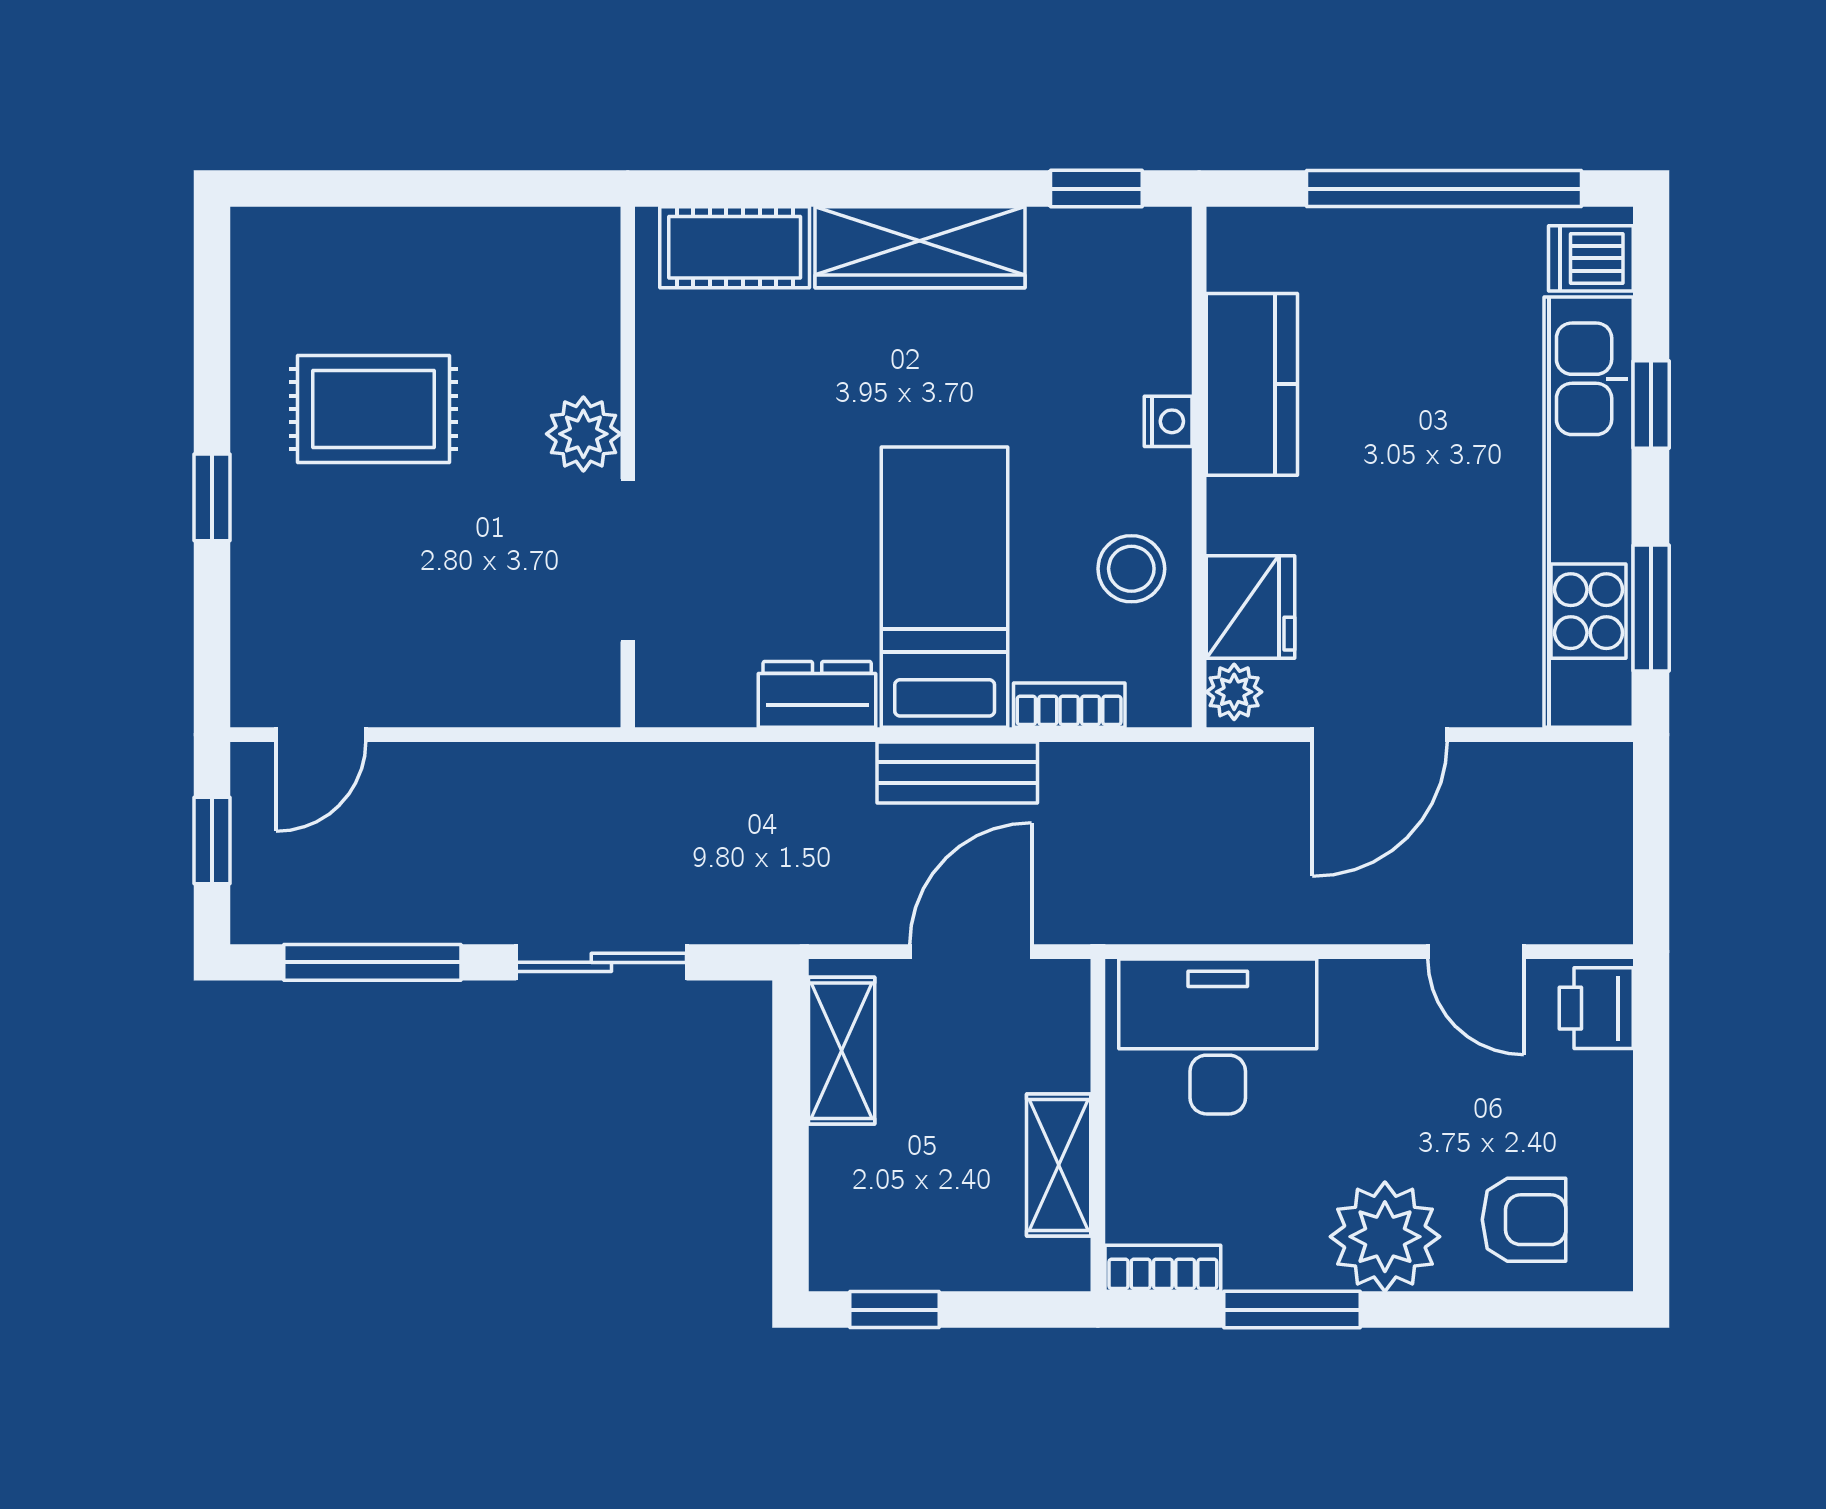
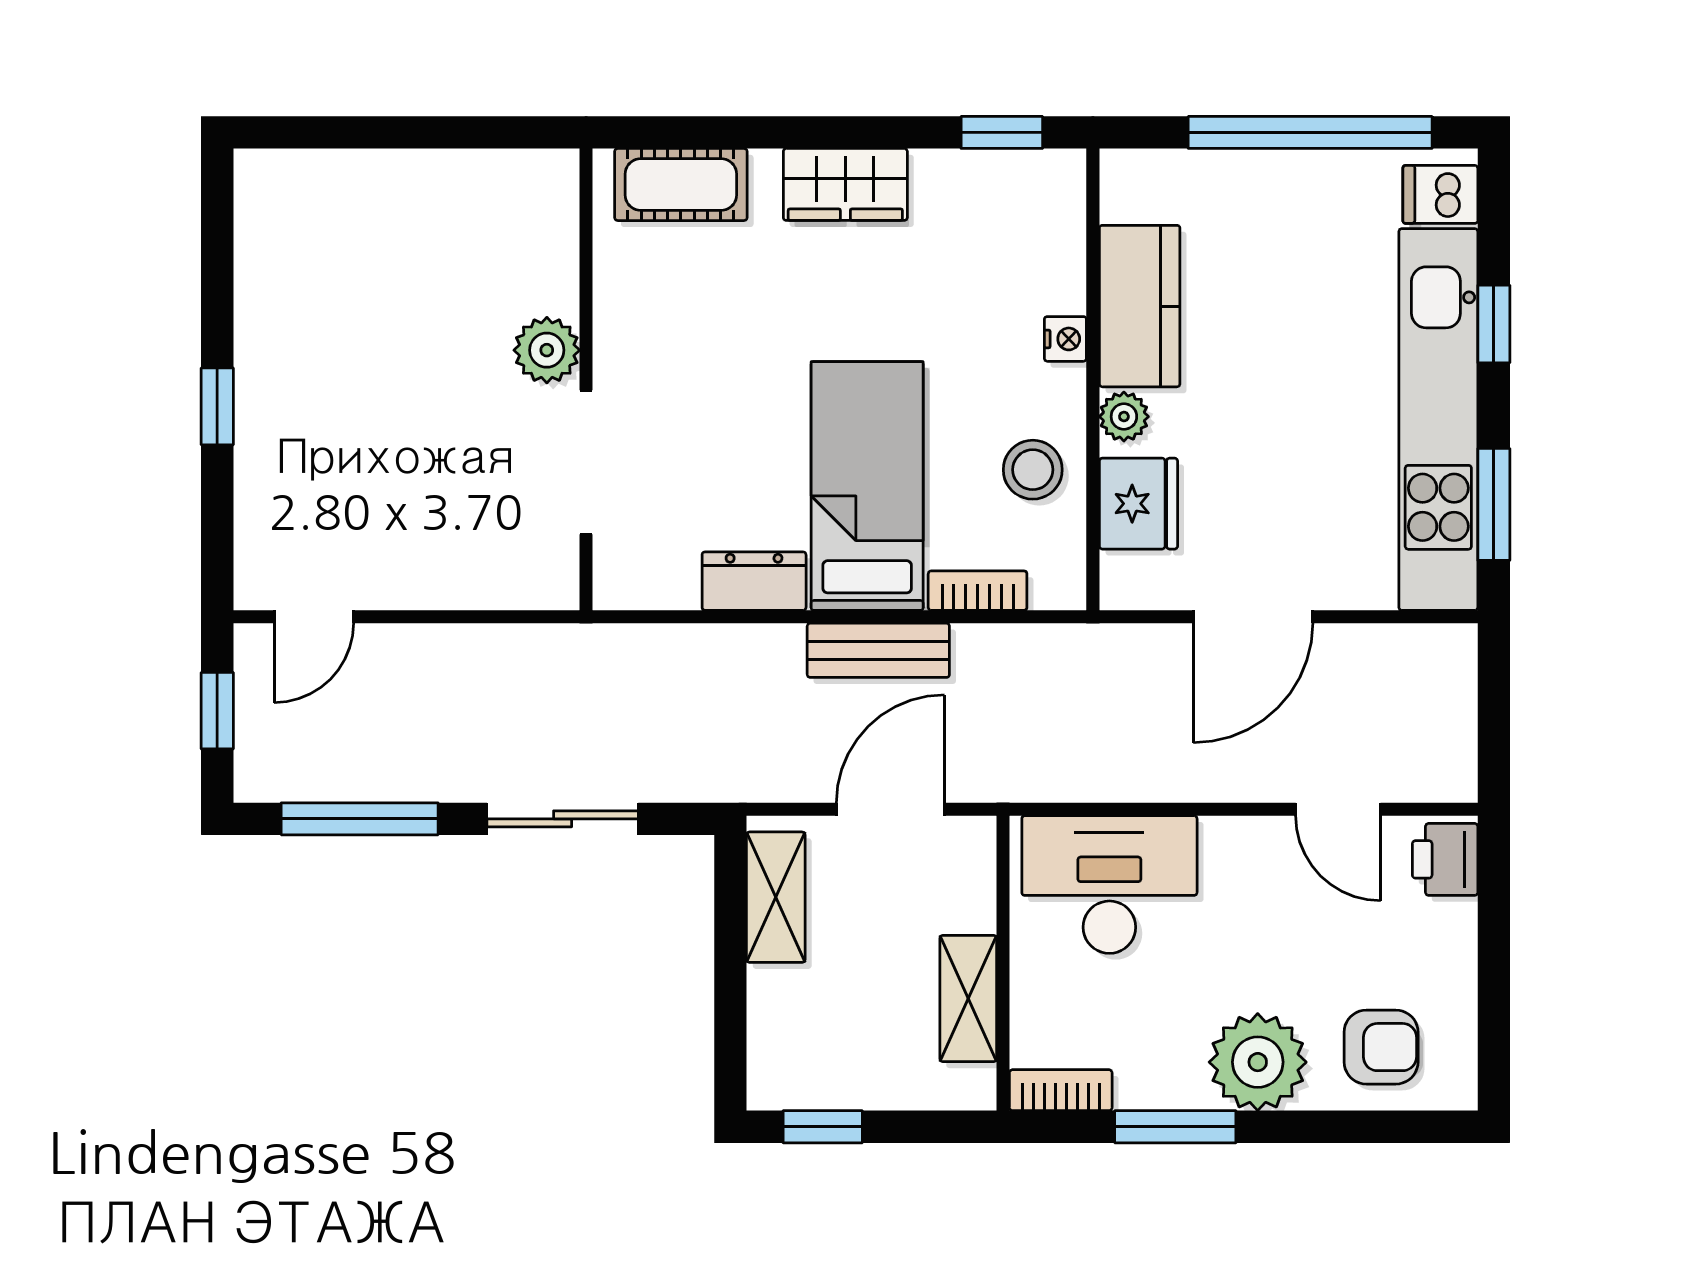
wardrobe: (920, 247) -> (845, 184), width x0.67
rug: (373, 409) -> (361, 328), removed
plant: (1234, 692) -> (1124, 417), moved

